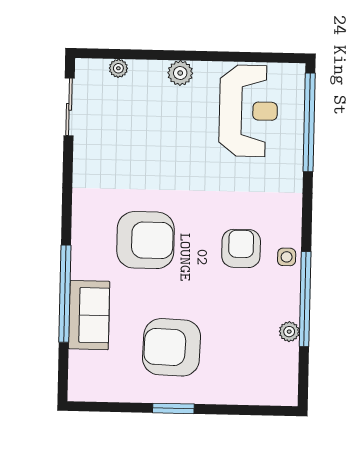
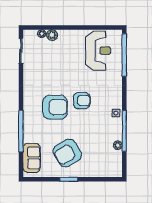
plant: (180, 73) -> (52, 35), moved
armchair: (241, 248) -> (82, 101), moved, turned 90
sofa: (89, 315) -> (32, 158), moved
armchair: (172, 347) -> (67, 153), turned -33

